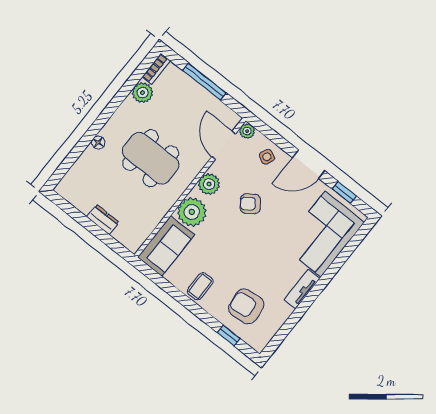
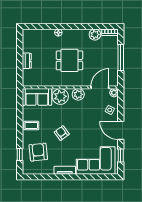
dining table: (151, 158) -> (69, 60), width x0.73
armchair: (250, 204) -> (62, 133), moved

